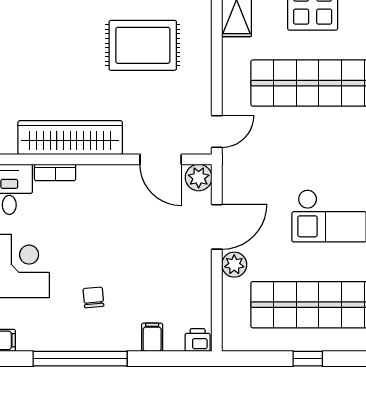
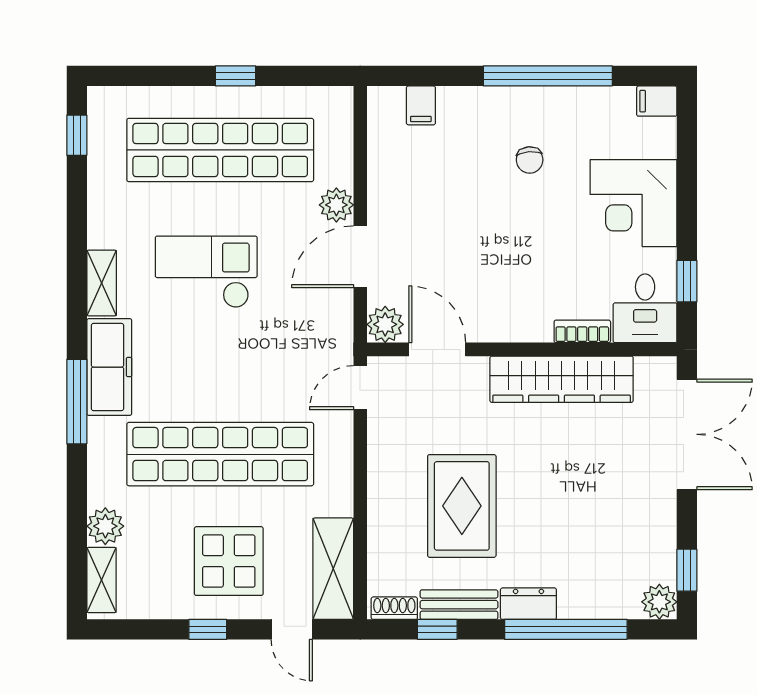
rug: (143, 45) -> (462, 506), turned 90
filing cabinet: (152, 337) -> (421, 105), moved
printer: (198, 340) -> (387, 101), removed

